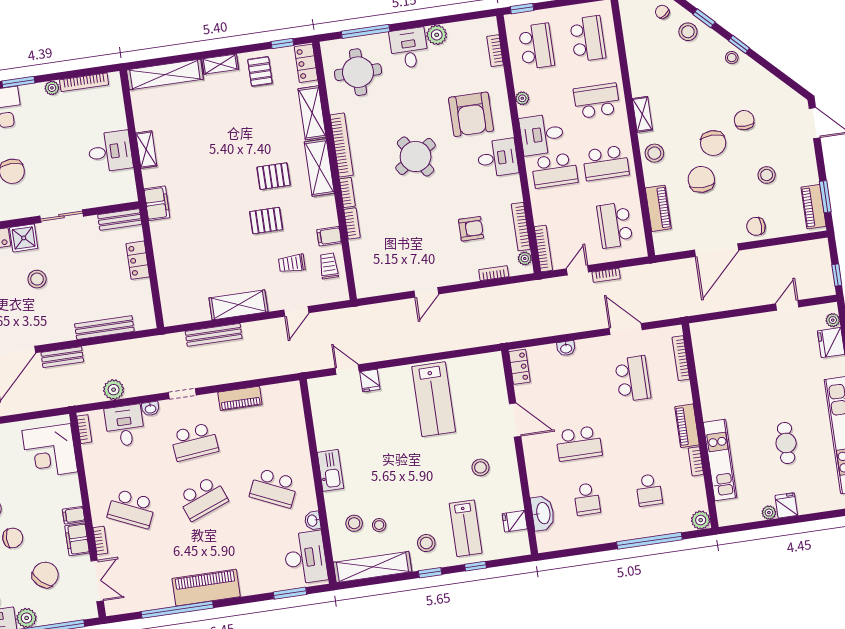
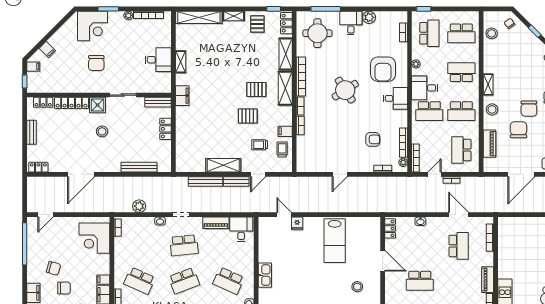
stool: (688, 32) -> (492, 33), moved
school desk: (588, 39) -> (461, 33), turned 90
bench: (62, 357) -> (236, 182), moved
desk: (125, 426) -> (241, 229), moved

